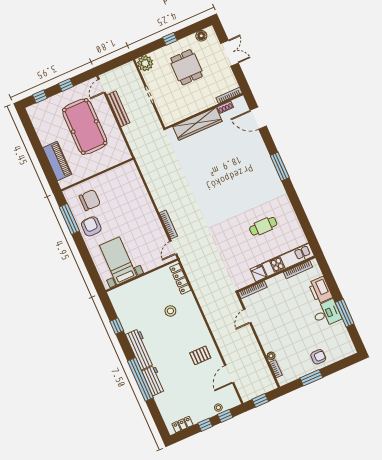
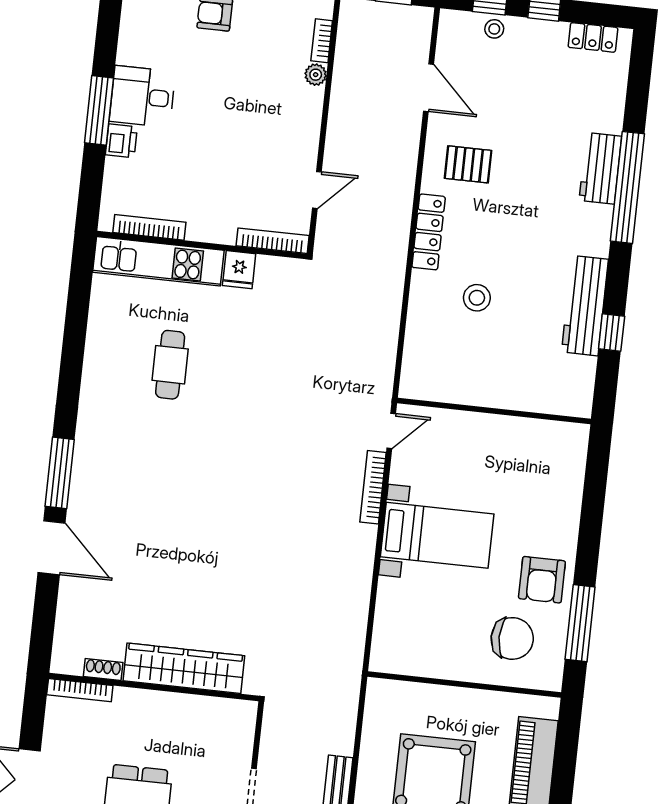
door: (258, 118) -> (52, 548), moved
chair: (90, 200) -> (512, 638), turned 180
cafe table: (263, 226) -> (170, 365), turned 90
bed with nightstands: (118, 261) -> (437, 535), moved, turned -90
locker: (180, 279) -> (429, 232), moved
printer: (320, 290) -> (121, 141), width x0.53, depth x0.68
window: (345, 313) -> (99, 110), moved
workbench: (140, 349) -> (585, 306), moved
door: (229, 374) -> (429, 88), hinge flipped

